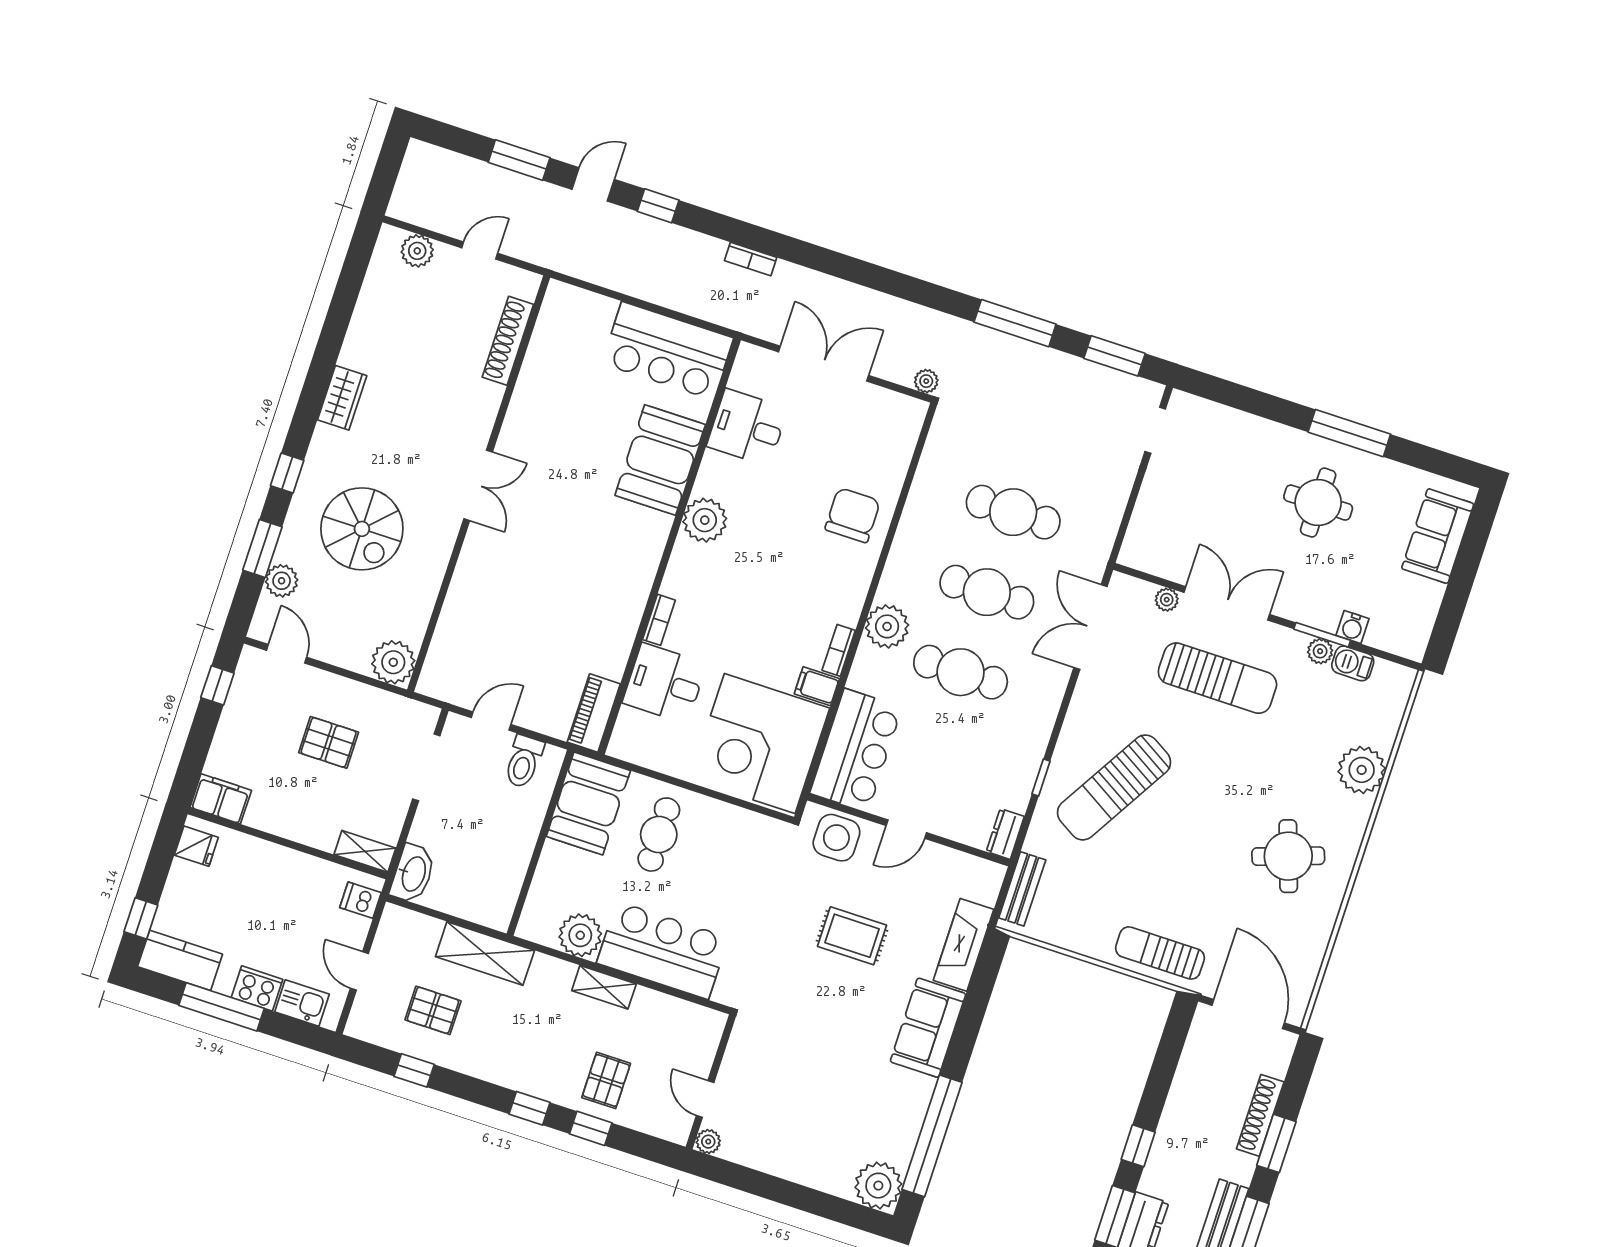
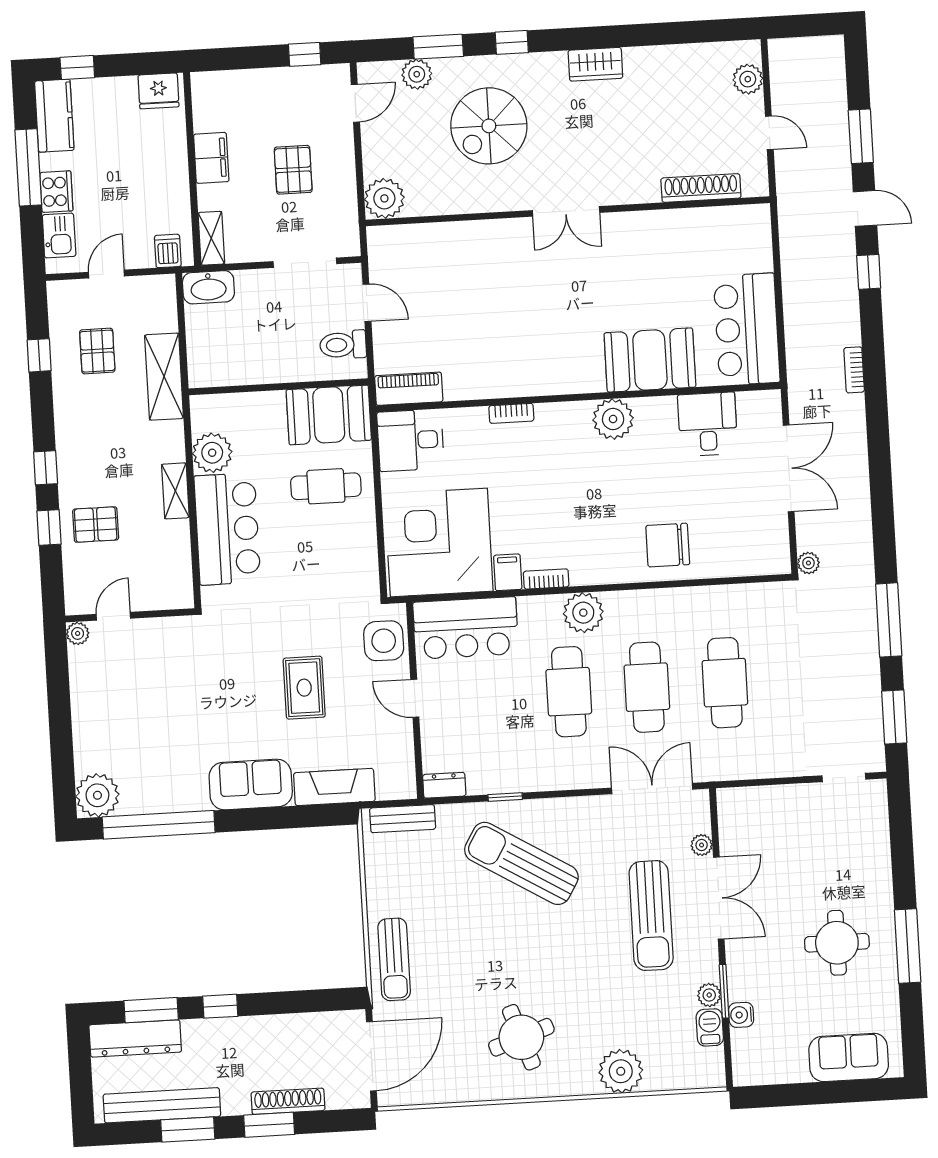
chair: (853, 515) -> (668, 545), turned 180
desk: (665, 683) -> (410, 440), moved, turned -90
filing cabinet: (221, 799) -> (211, 158), moved
fridge: (196, 846) -> (159, 91), width x1.38
sun lounger: (1160, 953) -> (394, 959), turned 180

